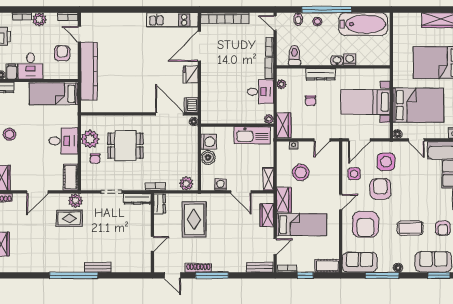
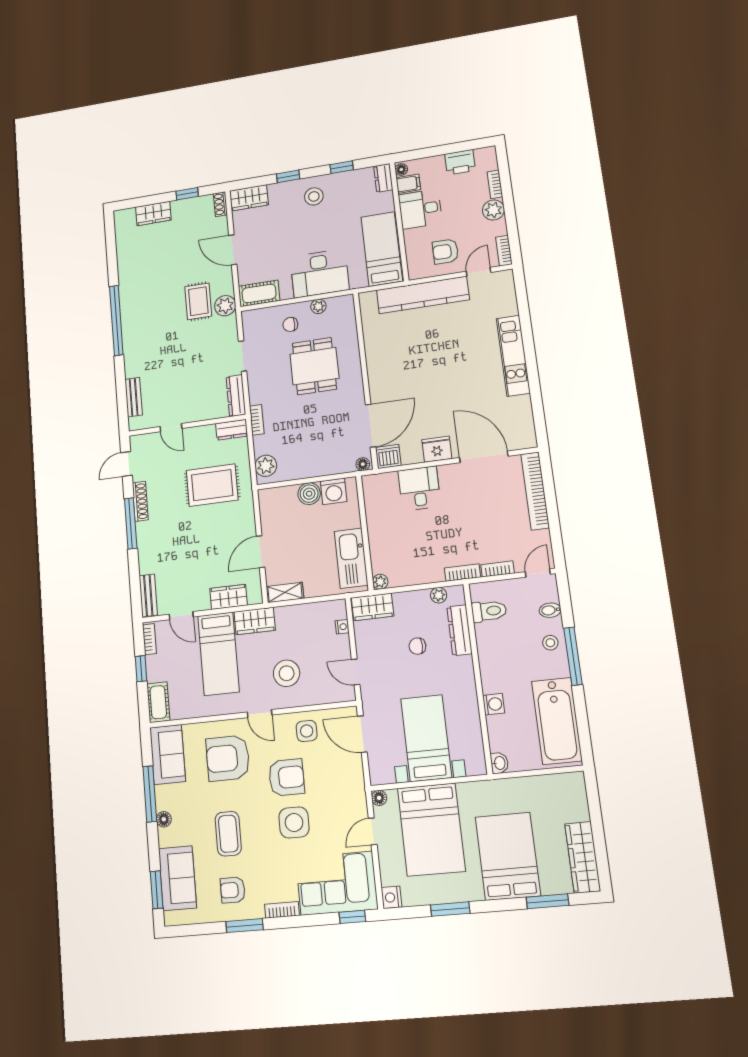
window: (327, 10) -> (573, 656), width x0.68
kitchen unit: (172, 20) -> (513, 356), moved
armchair: (62, 53) -> (445, 251), turned 180
washbasin: (337, 61) -> (499, 763), moved
dresser: (321, 74) -> (460, 630), moved
desk: (261, 92) -> (419, 488), moved, turned 180
plant: (90, 139) -> (318, 306), width x0.53, depth x0.53
desk: (63, 141) -> (320, 273), width x1.37
side table: (386, 162) -> (294, 822), moved
stool: (301, 172) -> (287, 673), moved
washing machine: (220, 185) -> (269, 519), removed
bench: (98, 267) -> (134, 397), moved

